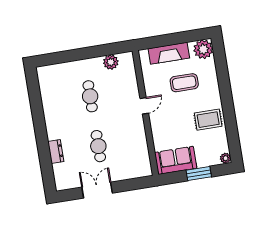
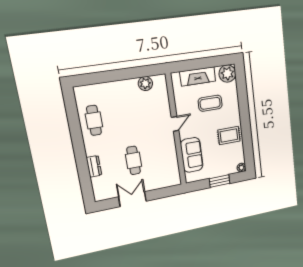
cafe table: (90, 96) -> (94, 120), moved
sofa: (176, 160) -> (192, 155), moved, turned 90

